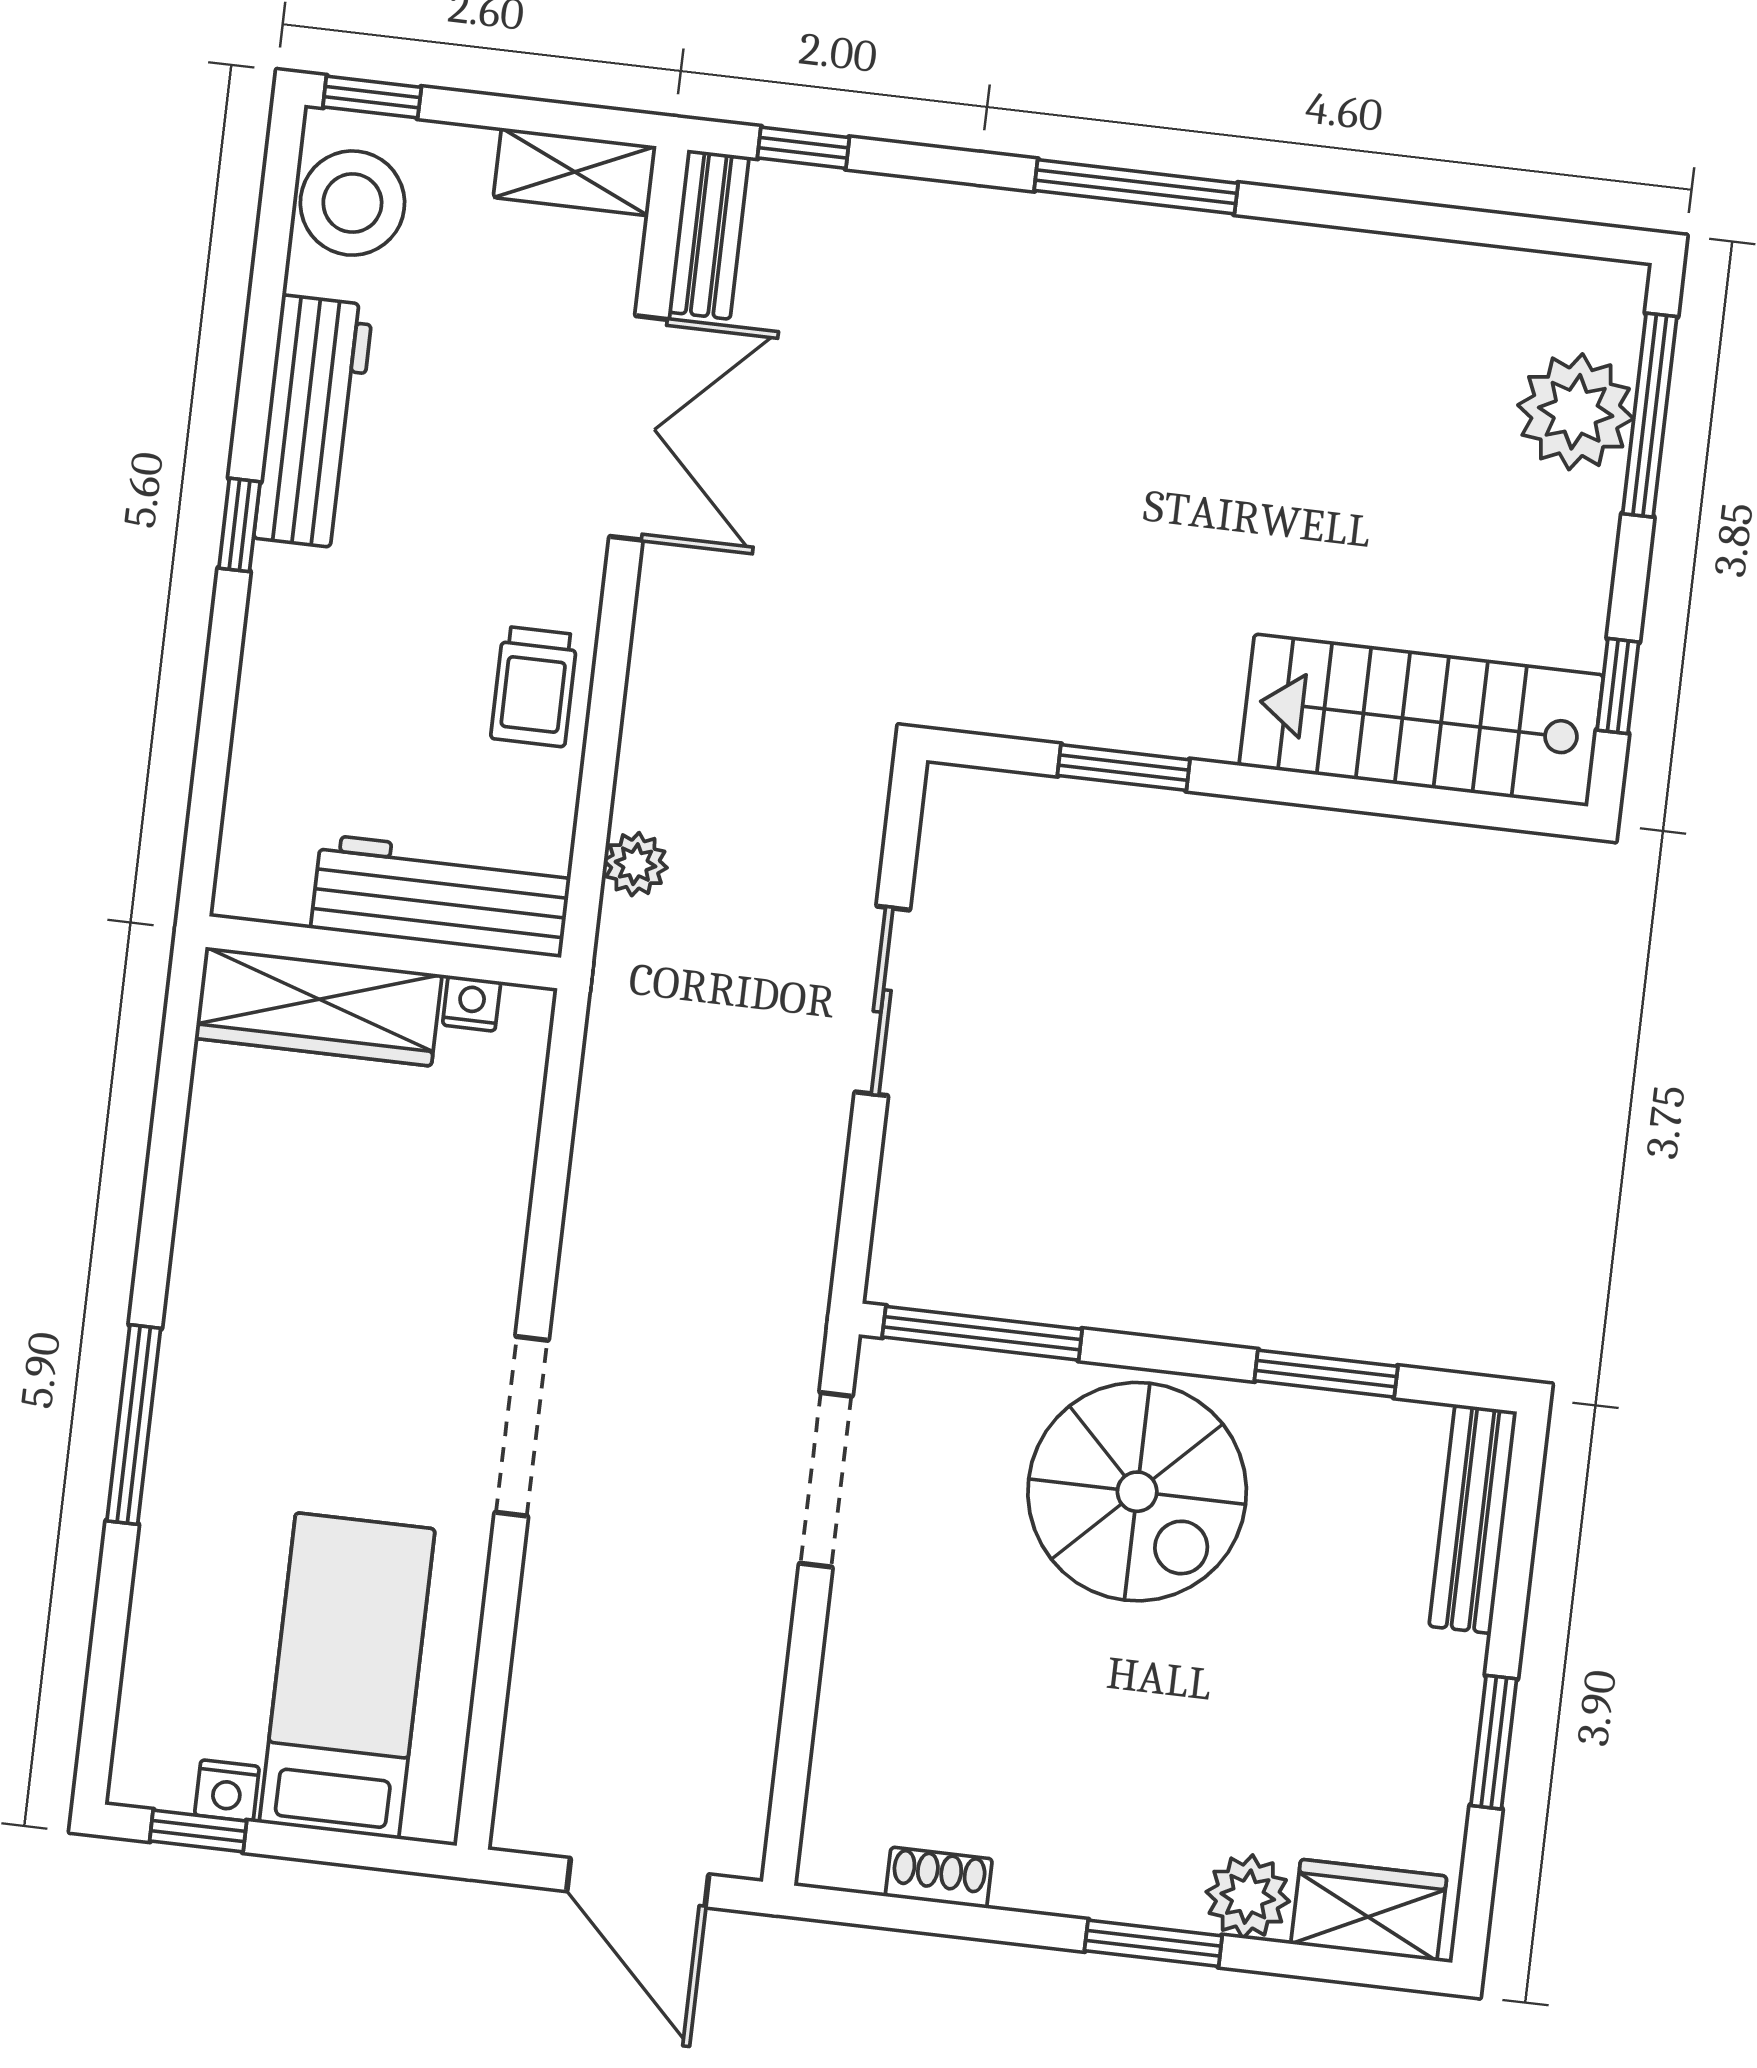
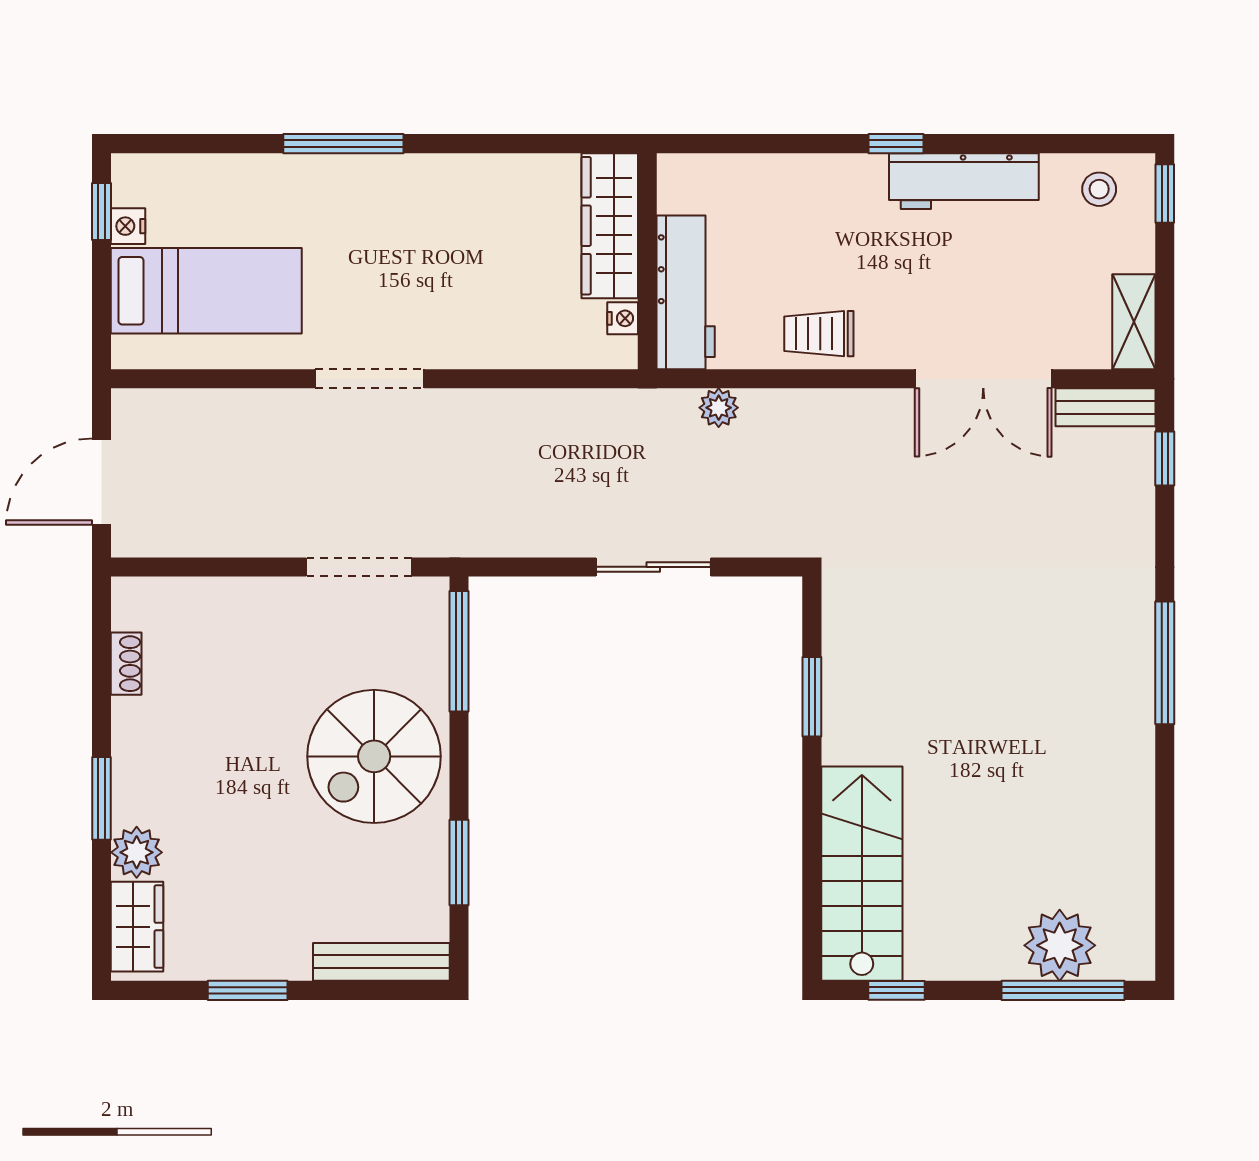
stool: (352, 203) -> (1099, 189), width x0.53, depth x0.53

